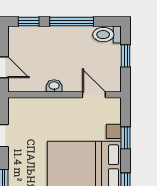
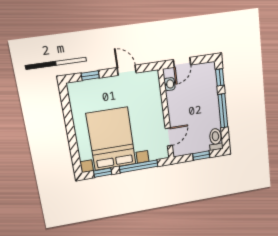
washbasin: (54, 86) -> (169, 84), moved
window: (126, 138) -> (139, 166), width x2.17

